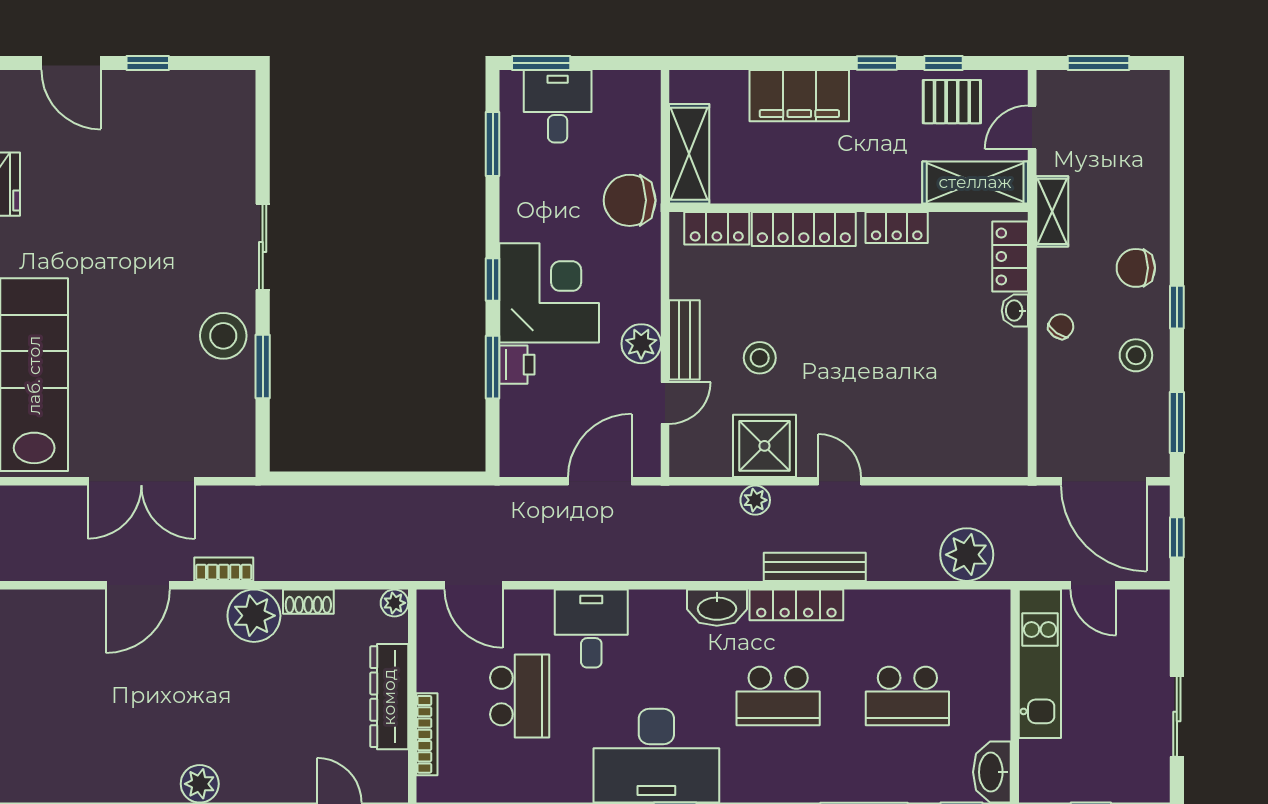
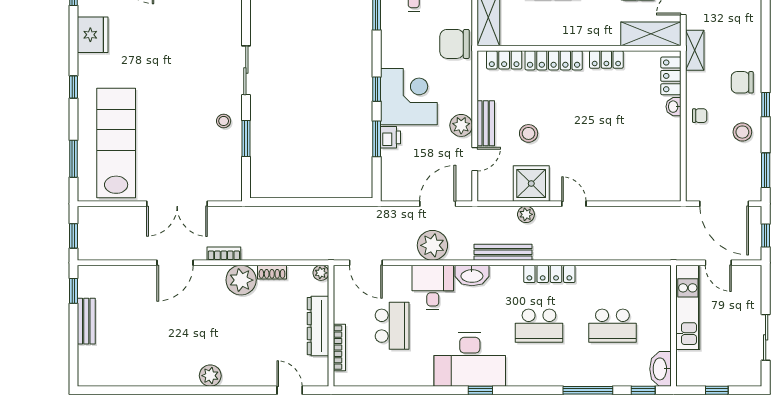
chair: (1061, 326) -> (700, 116), turned 55
stool: (223, 336) -> (224, 121), width x0.53, depth x0.53
plant: (967, 555) -> (432, 245), moved
bench: (815, 567) -> (503, 252), moved
washbasin: (717, 608) -> (472, 275), moved

